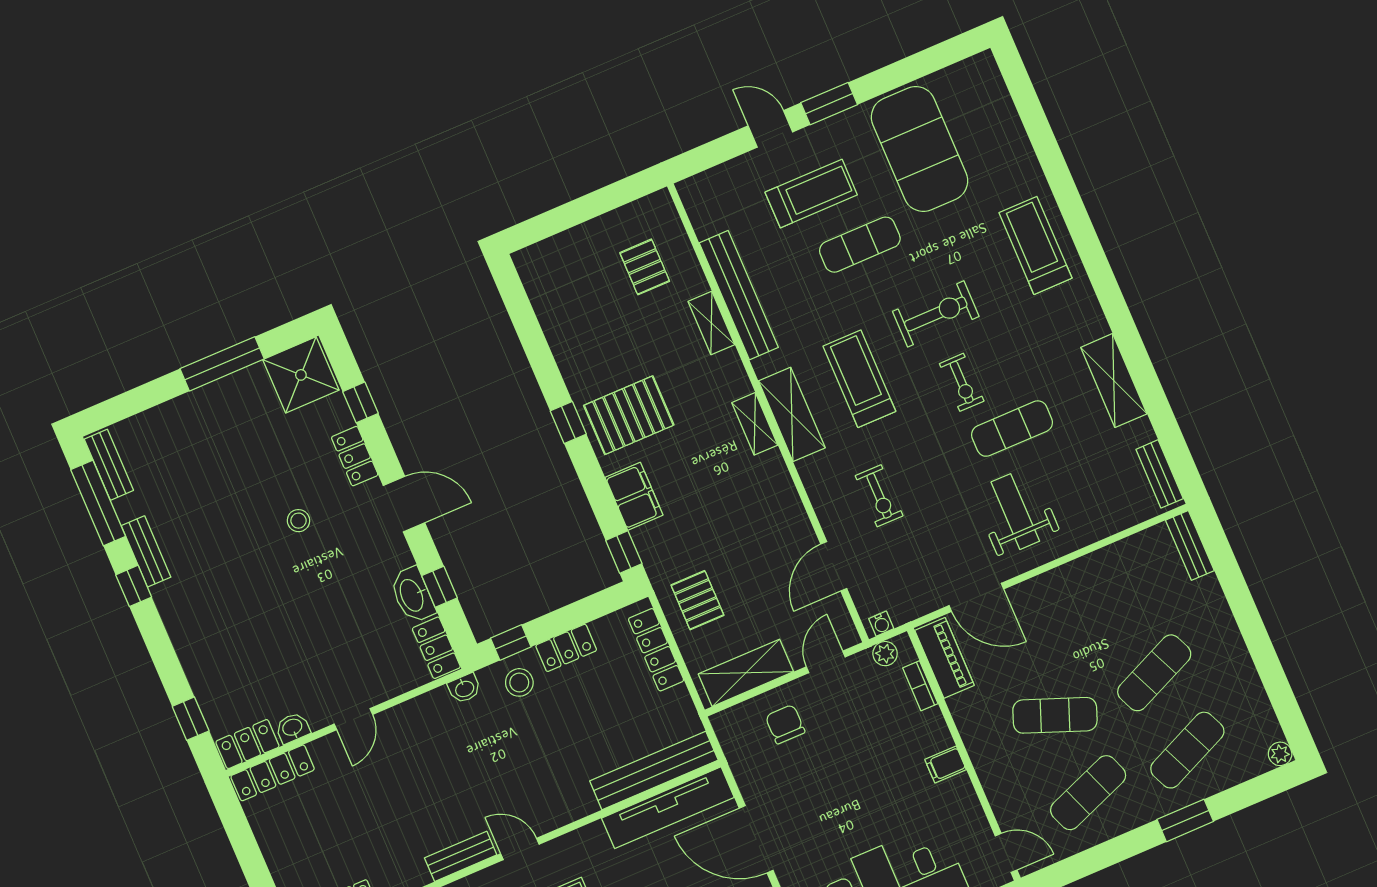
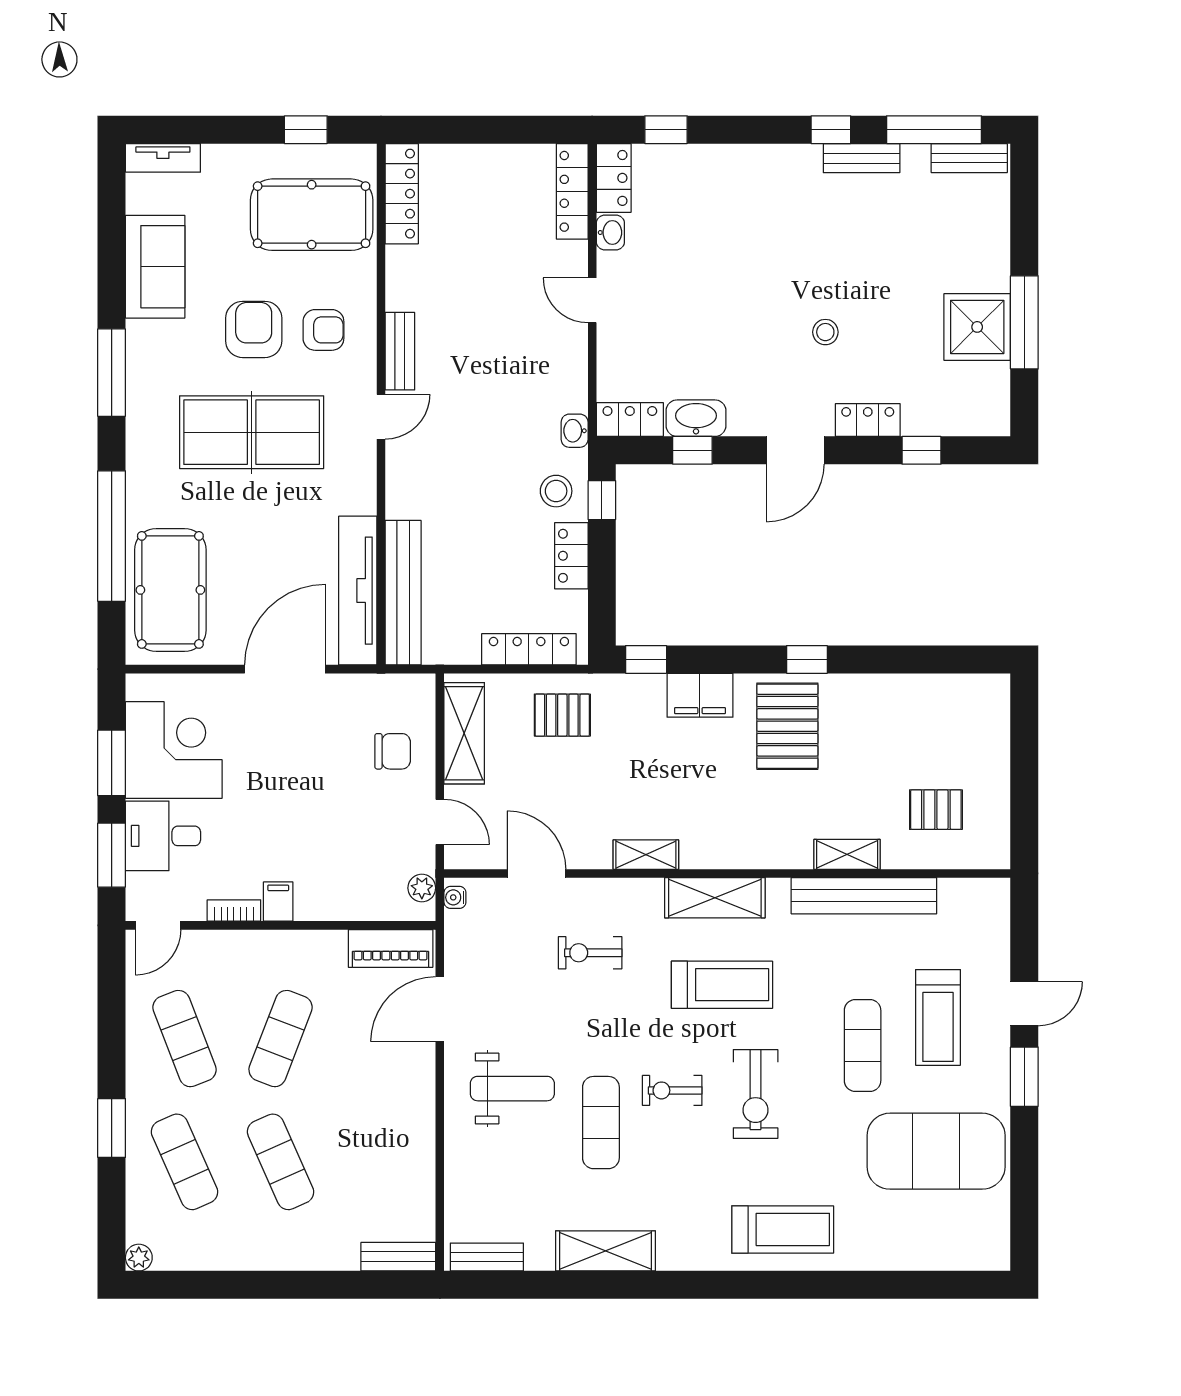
shower: (301, 375) -> (977, 327), moved
shelving: (755, 424) -> (646, 855), moved
bookcase: (920, 686) -> (234, 911), moved

